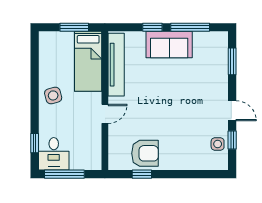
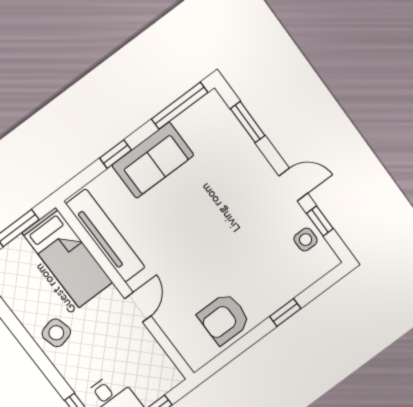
window: (190, 27) -> (180, 106), moved
armchair: (145, 153) -> (224, 319), turned 180
window: (142, 174) -> (285, 313), moved

